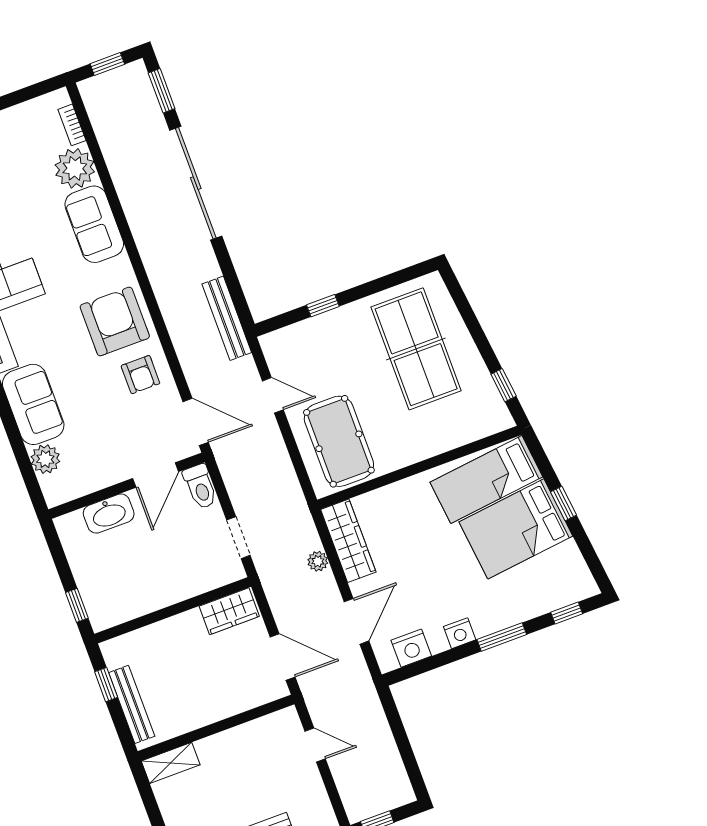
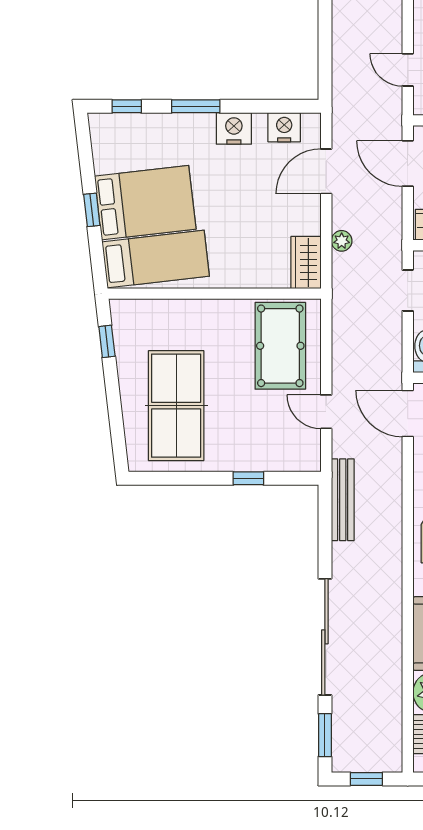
wardrobe: (348, 541) -> (306, 262), width x0.67
nightstand: (460, 633) -> (234, 128), width x1.36, depth x1.33

